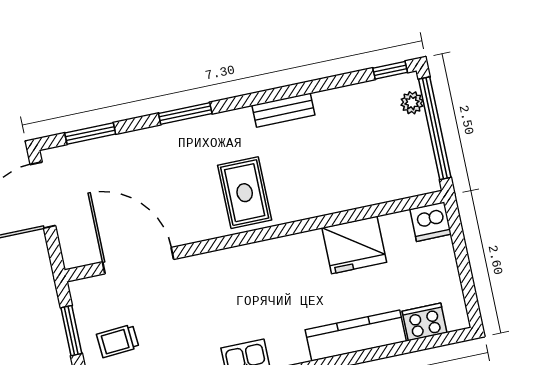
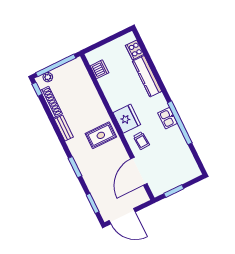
shoe rack: (351, 96) -> (51, 102), added
dishwasher: (431, 222) -> (99, 69), moved
fridge: (354, 245) -> (127, 119), moved
trolley: (118, 341) -> (141, 141), moved

